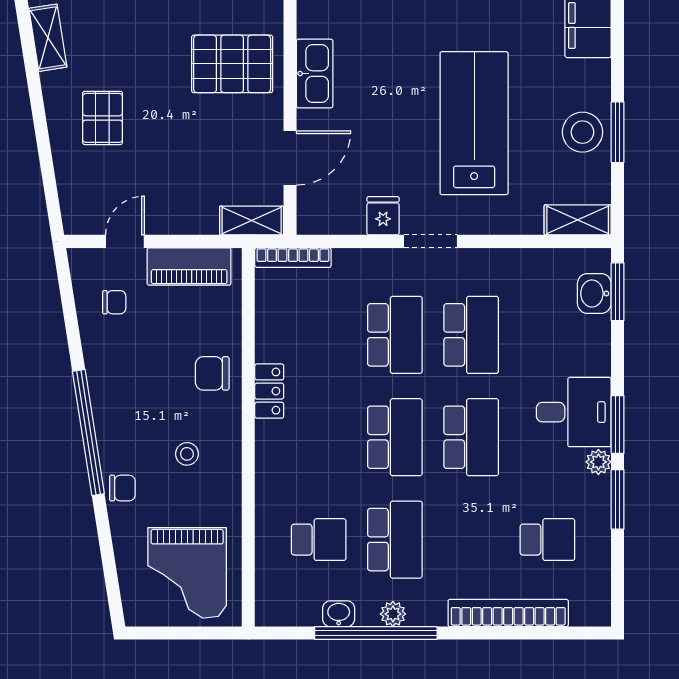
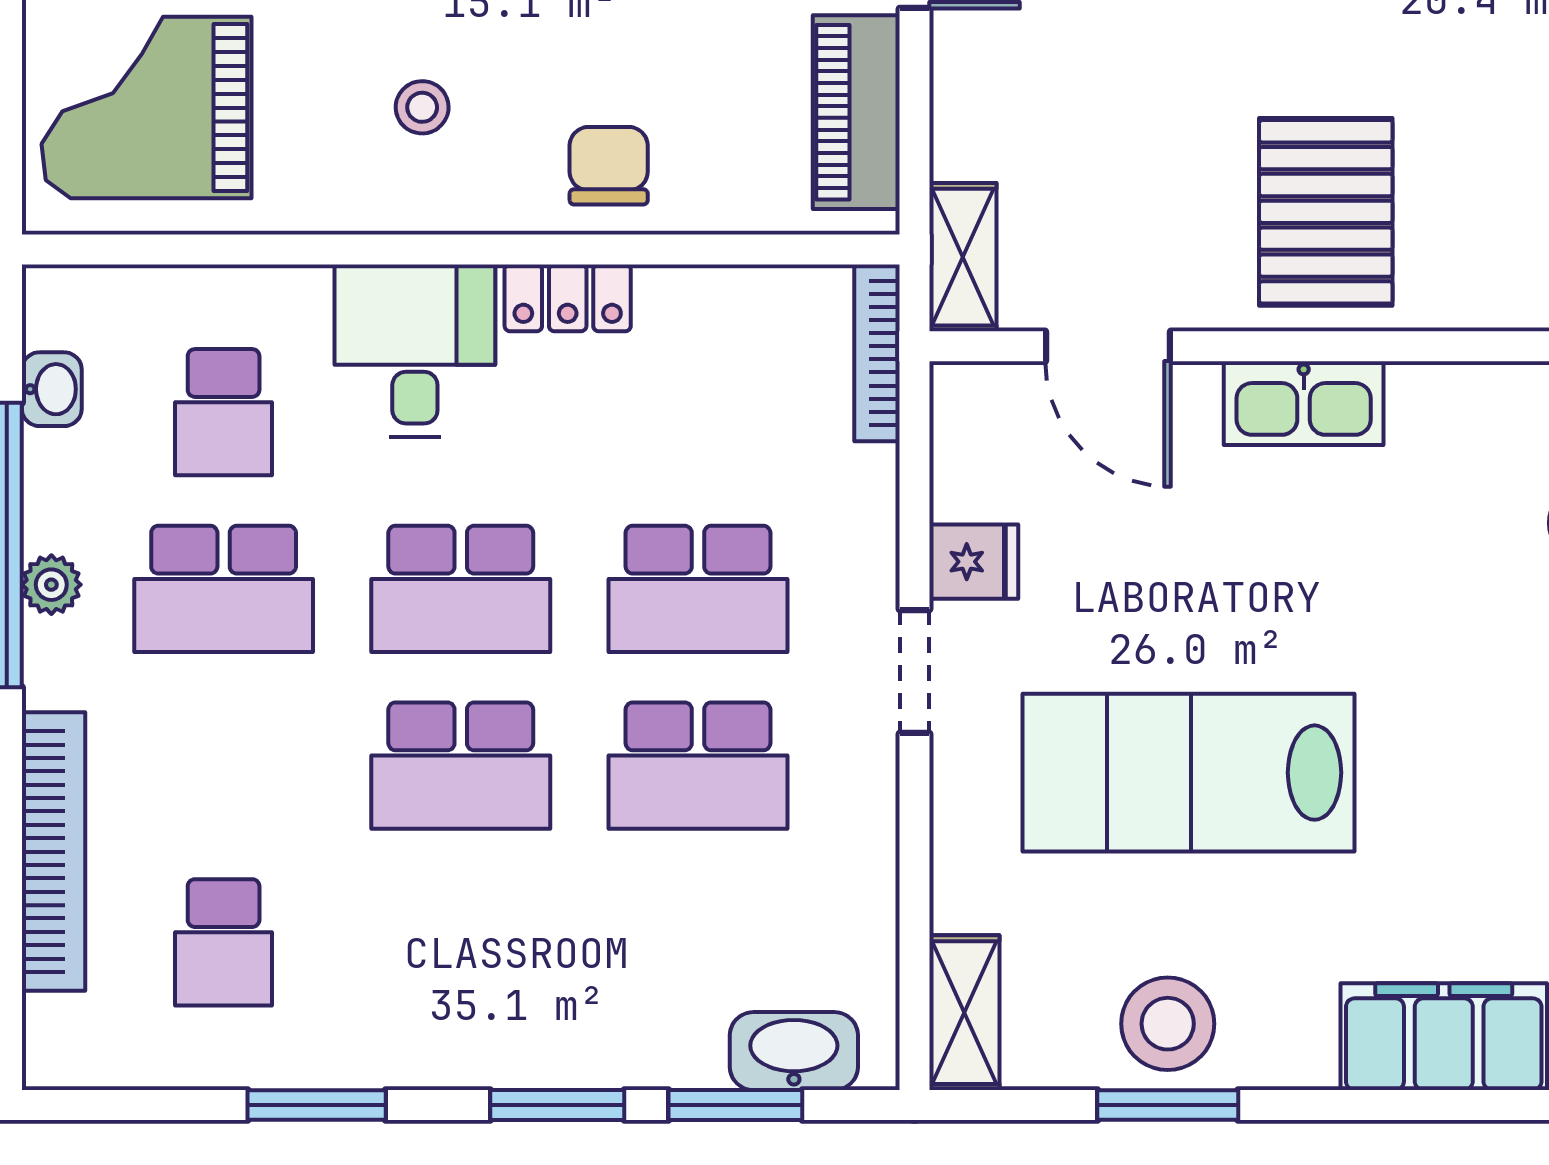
lab bench: (474, 123) -> (1189, 773), turned 180
window: (618, 292) -> (735, 1105), moved
washbasin: (594, 293) -> (794, 1051), width x1.38
desk: (574, 412) -> (415, 351), moved, turned 180
window: (618, 425) -> (557, 1105), moved
plant: (598, 462) -> (403, 1061), removed
washbasin: (339, 614) -> (52, 389), moved

